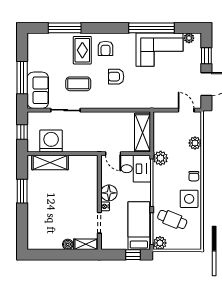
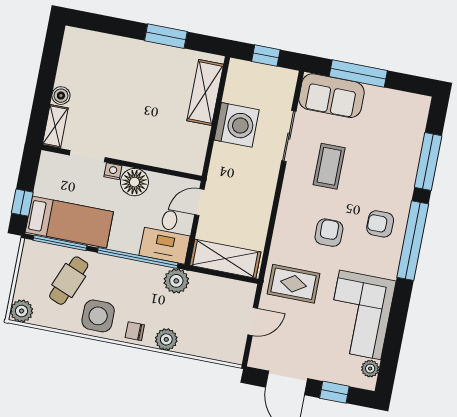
window: (151, 28) -> (413, 241), moved
rug: (82, 50) -> (294, 284), moved
door: (186, 110) -> (253, 322), moved
washing machine: (51, 141) -> (237, 125), moved
plant: (195, 143) -> (166, 339), moved
plant: (160, 243) -> (22, 311), moved

